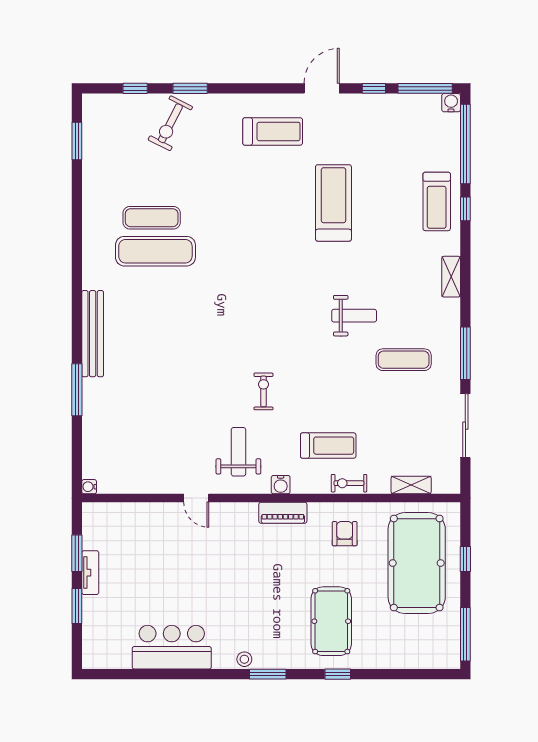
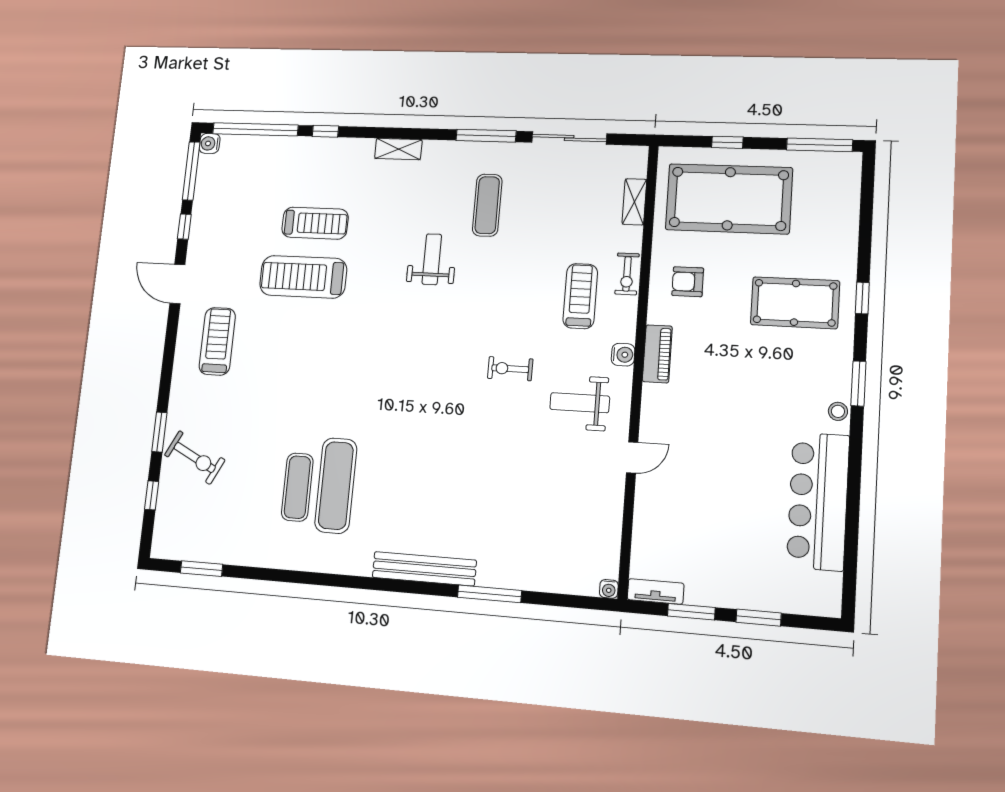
treadmill: (437, 201) -> (315, 223), moved
tv unit: (90, 573) -> (656, 591), moved
bar counter: (172, 647) -> (818, 501), width x1.36

